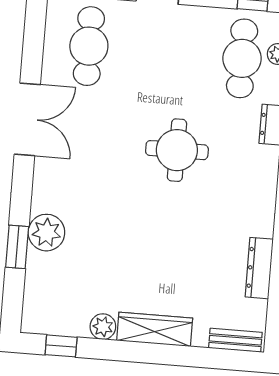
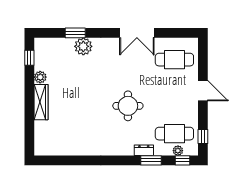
dresser: (259, 268) -> (74, 150), removed
bench: (235, 340) -> (39, 141), removed

